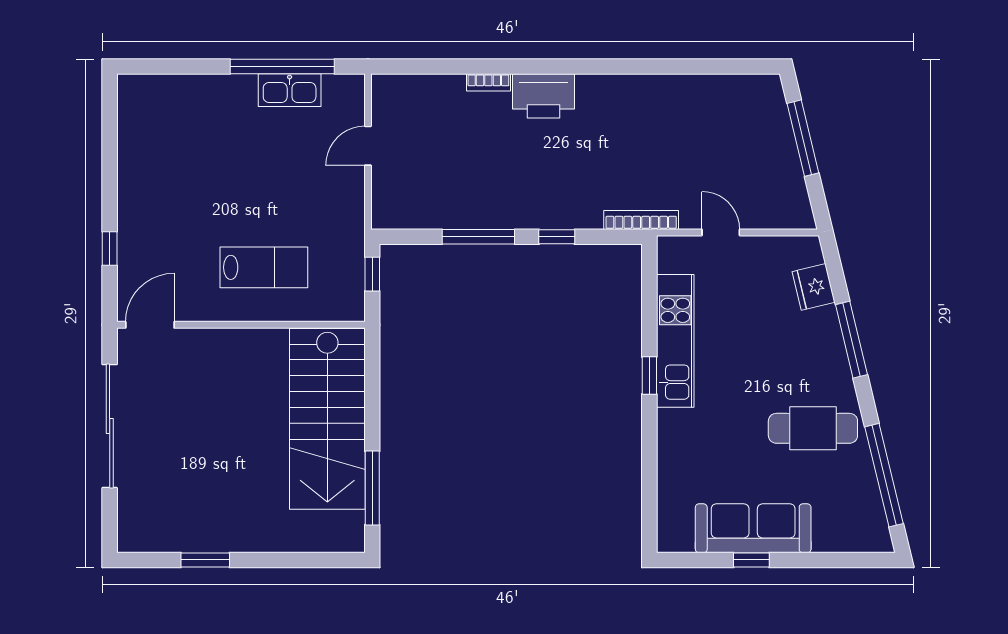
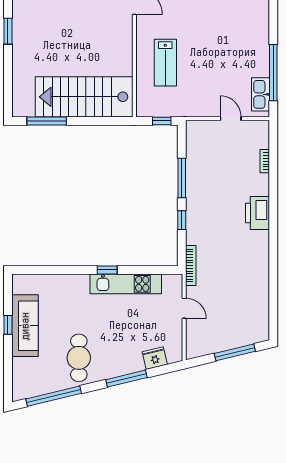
bookcase: (488, 82) -> (265, 161), moved
kitchen sink: (290, 90) -> (261, 94), moved
door: (721, 232) -> (184, 308), hinge flipped

